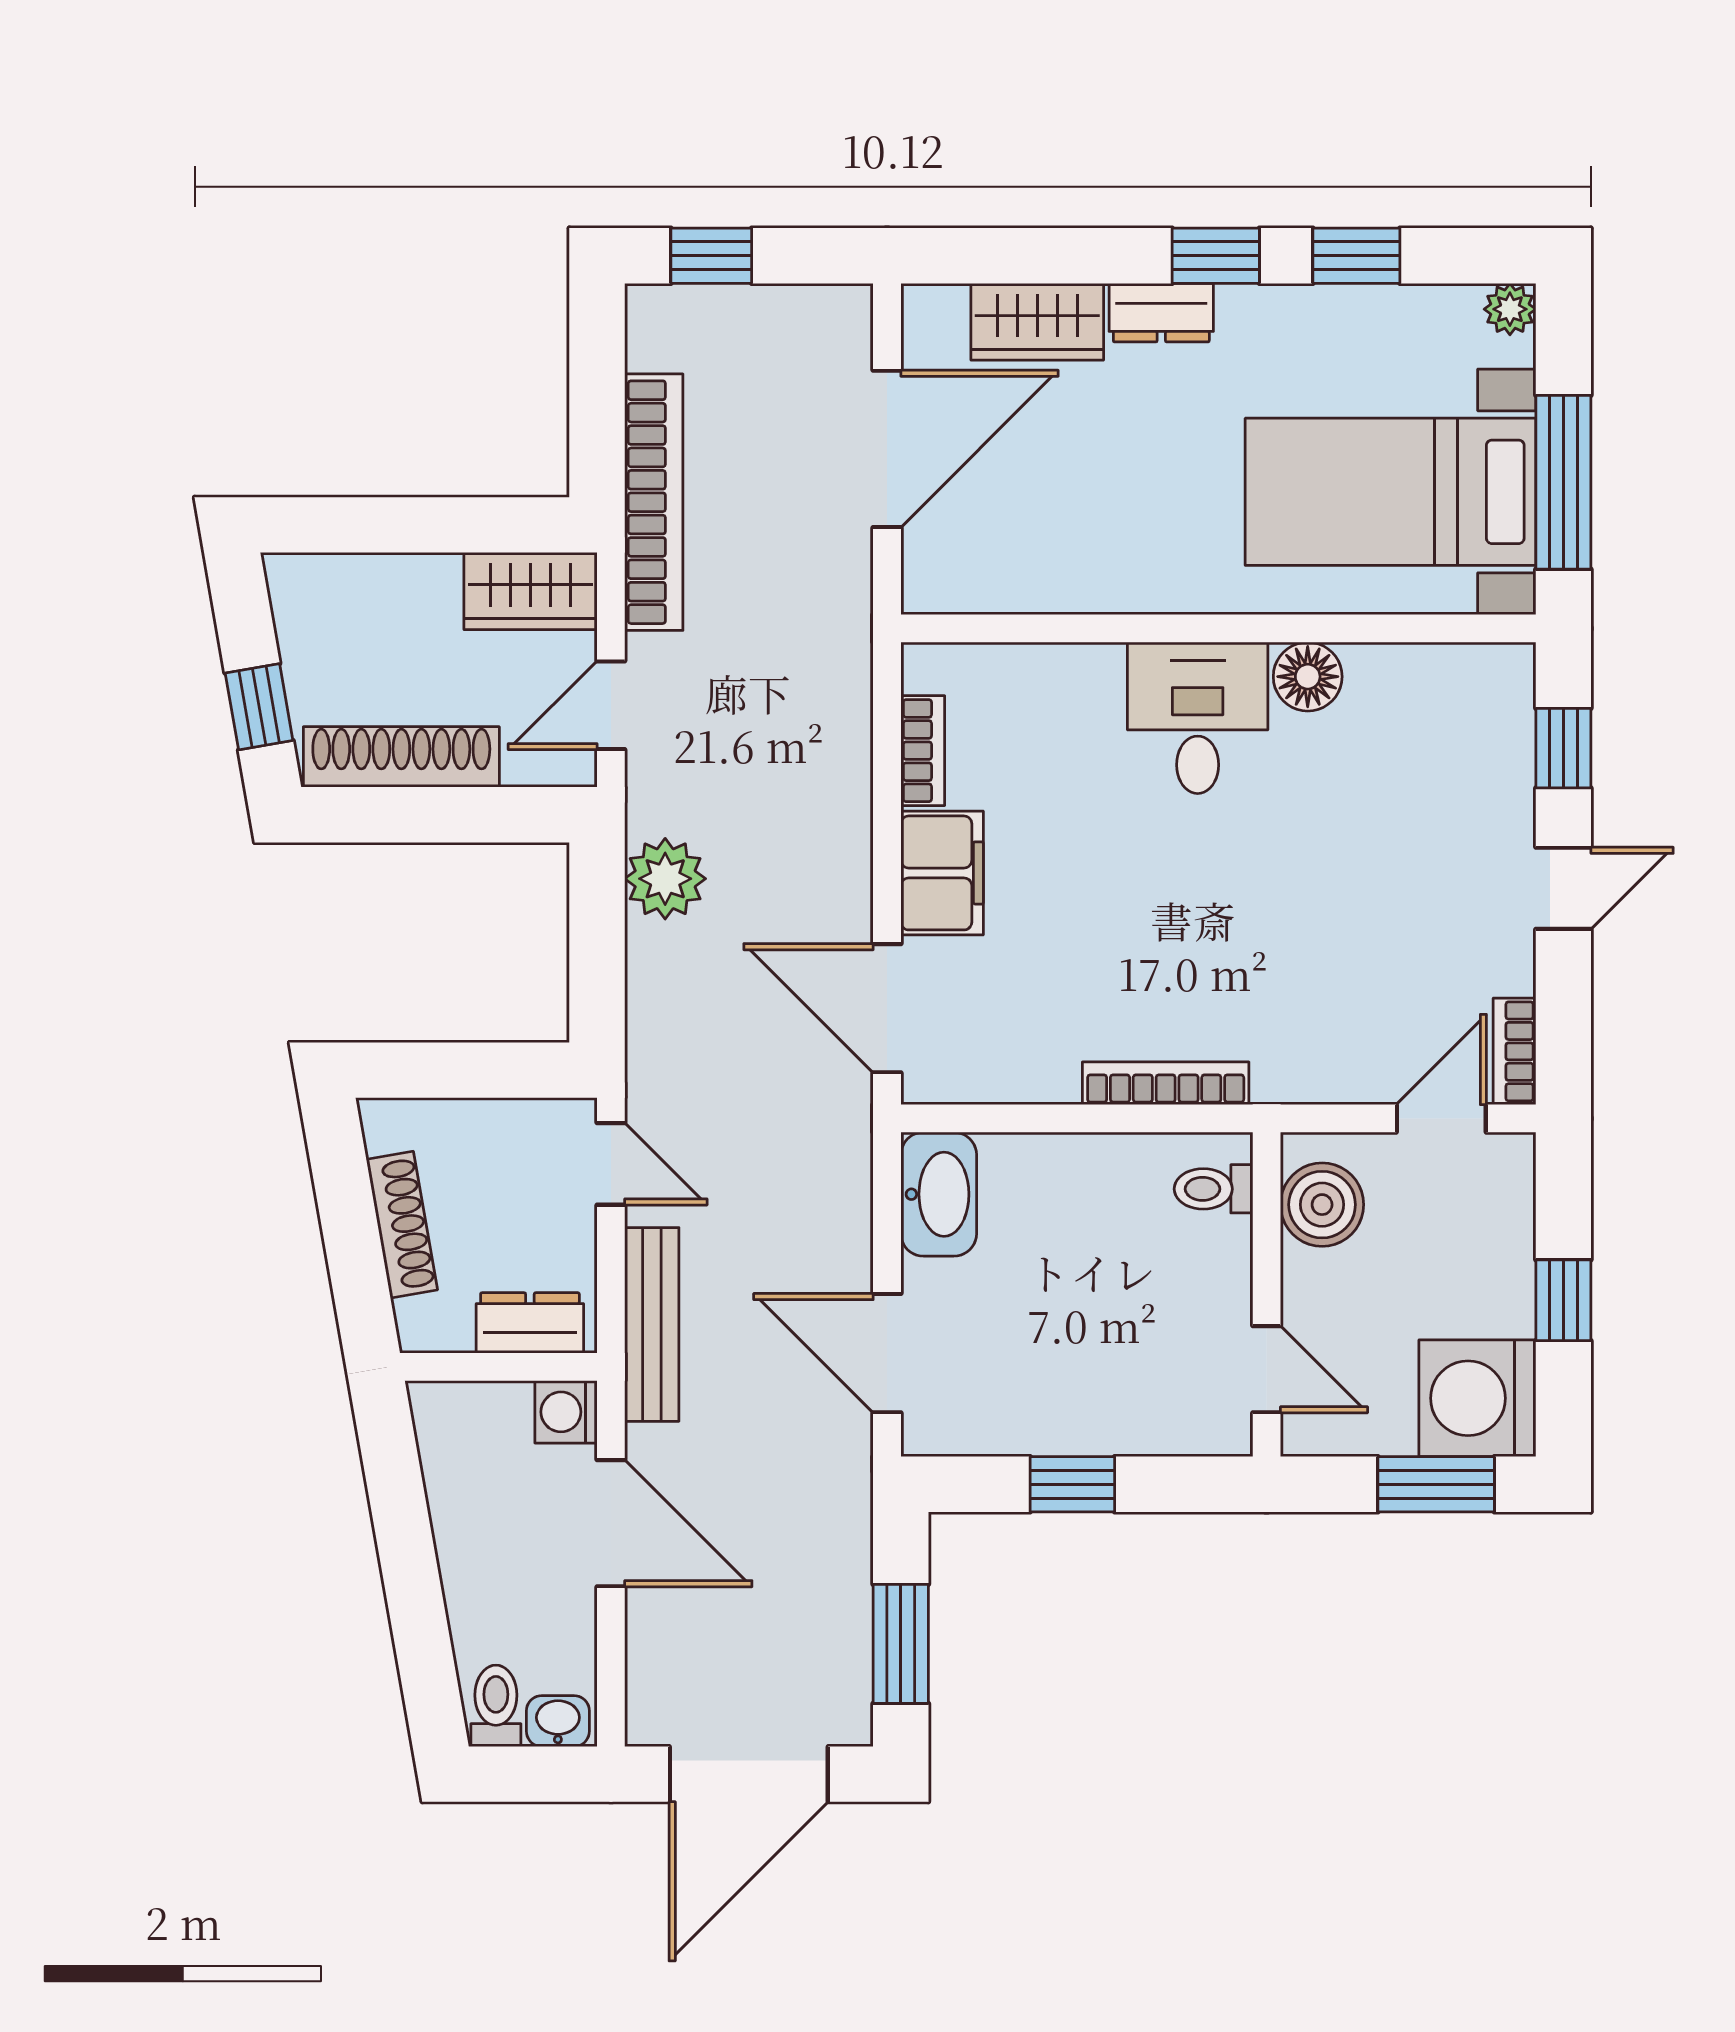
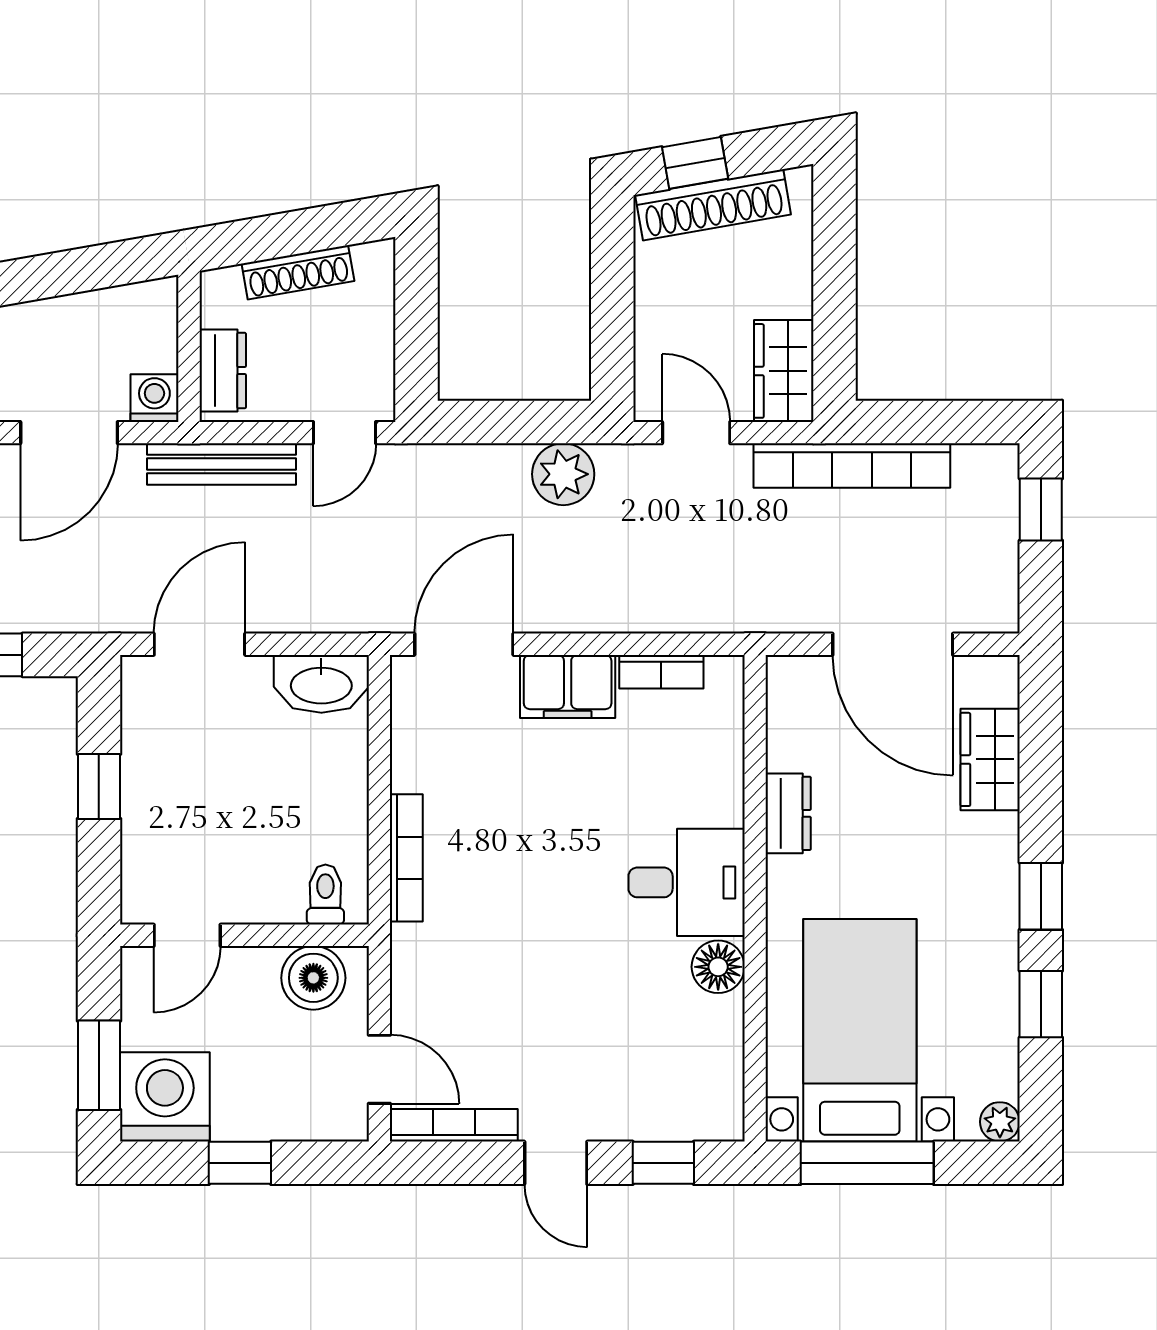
dresser: (1161, 313) -> (788, 813), moved, turned 180
shoe rack: (401, 757) -> (713, 205), moved, turned 80
bookcase: (1514, 1051) -> (454, 1125), width x1.56

